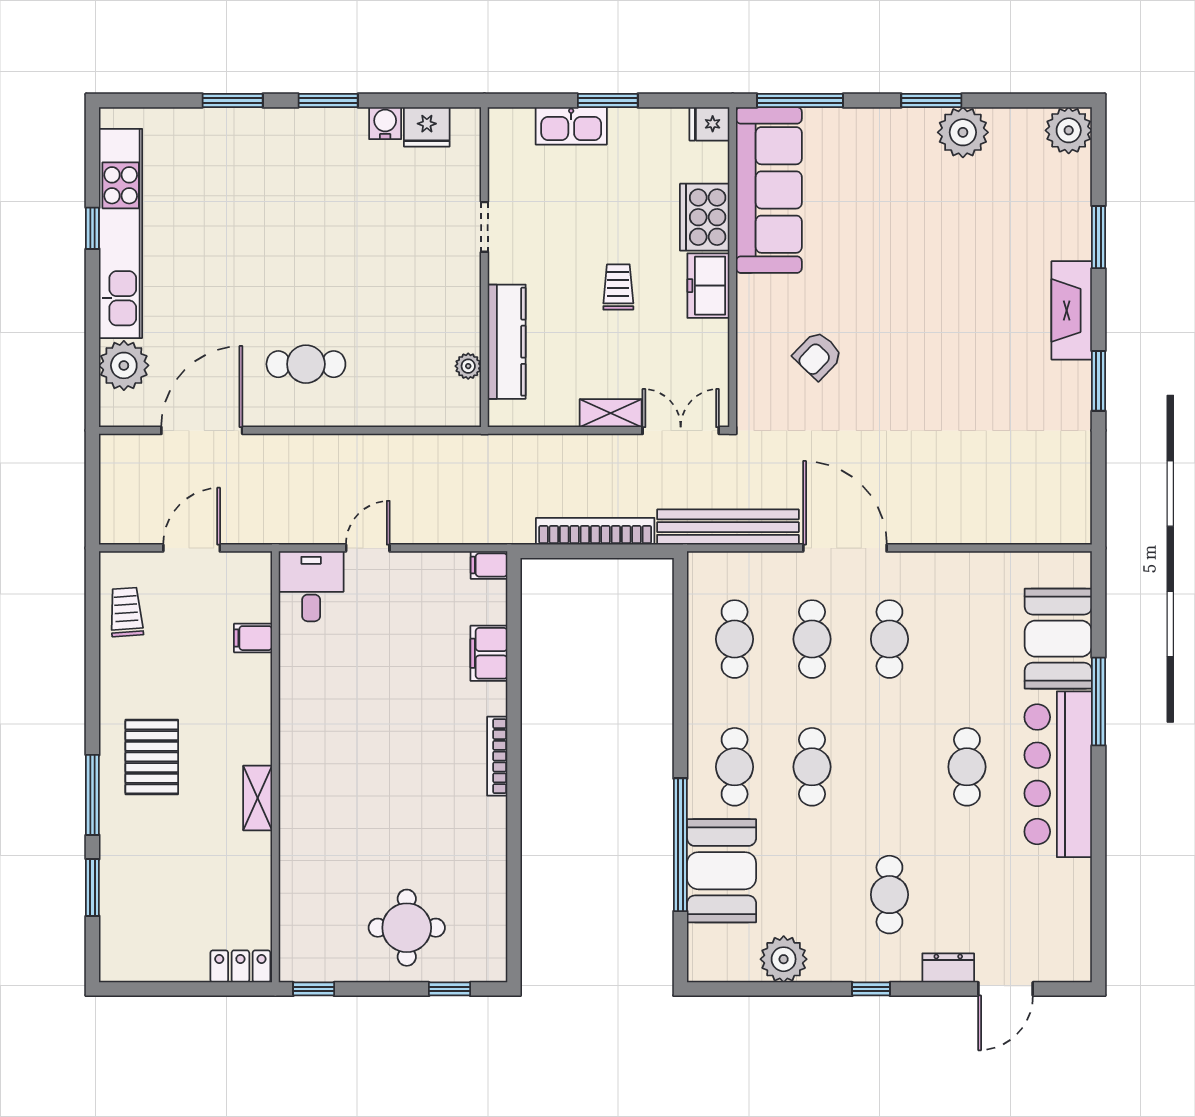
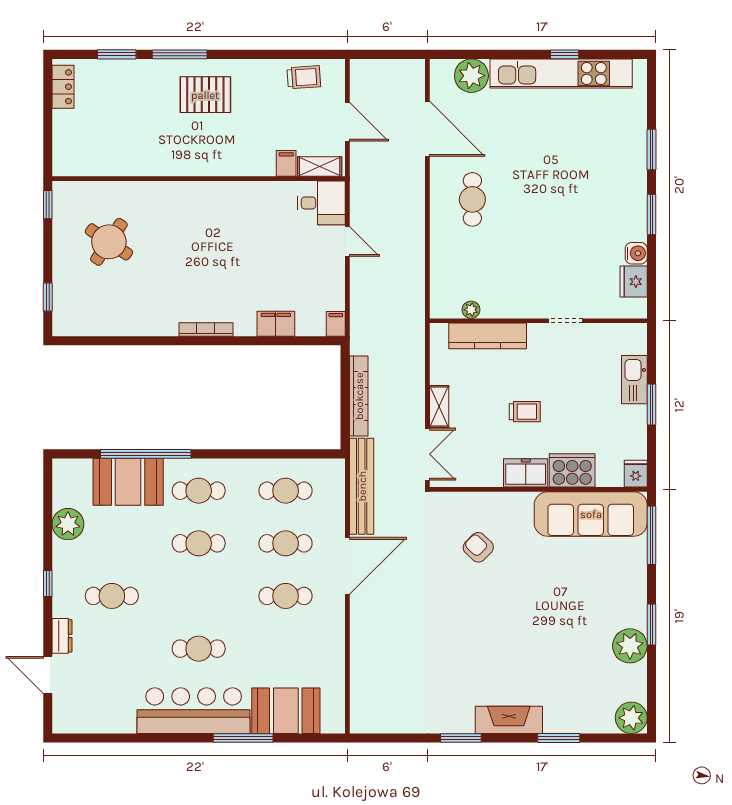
shelving: (258, 798) -> (320, 167), moved
round table: (407, 928) -> (109, 242), moved, turned 34
locker: (240, 966) -> (63, 87), moved

